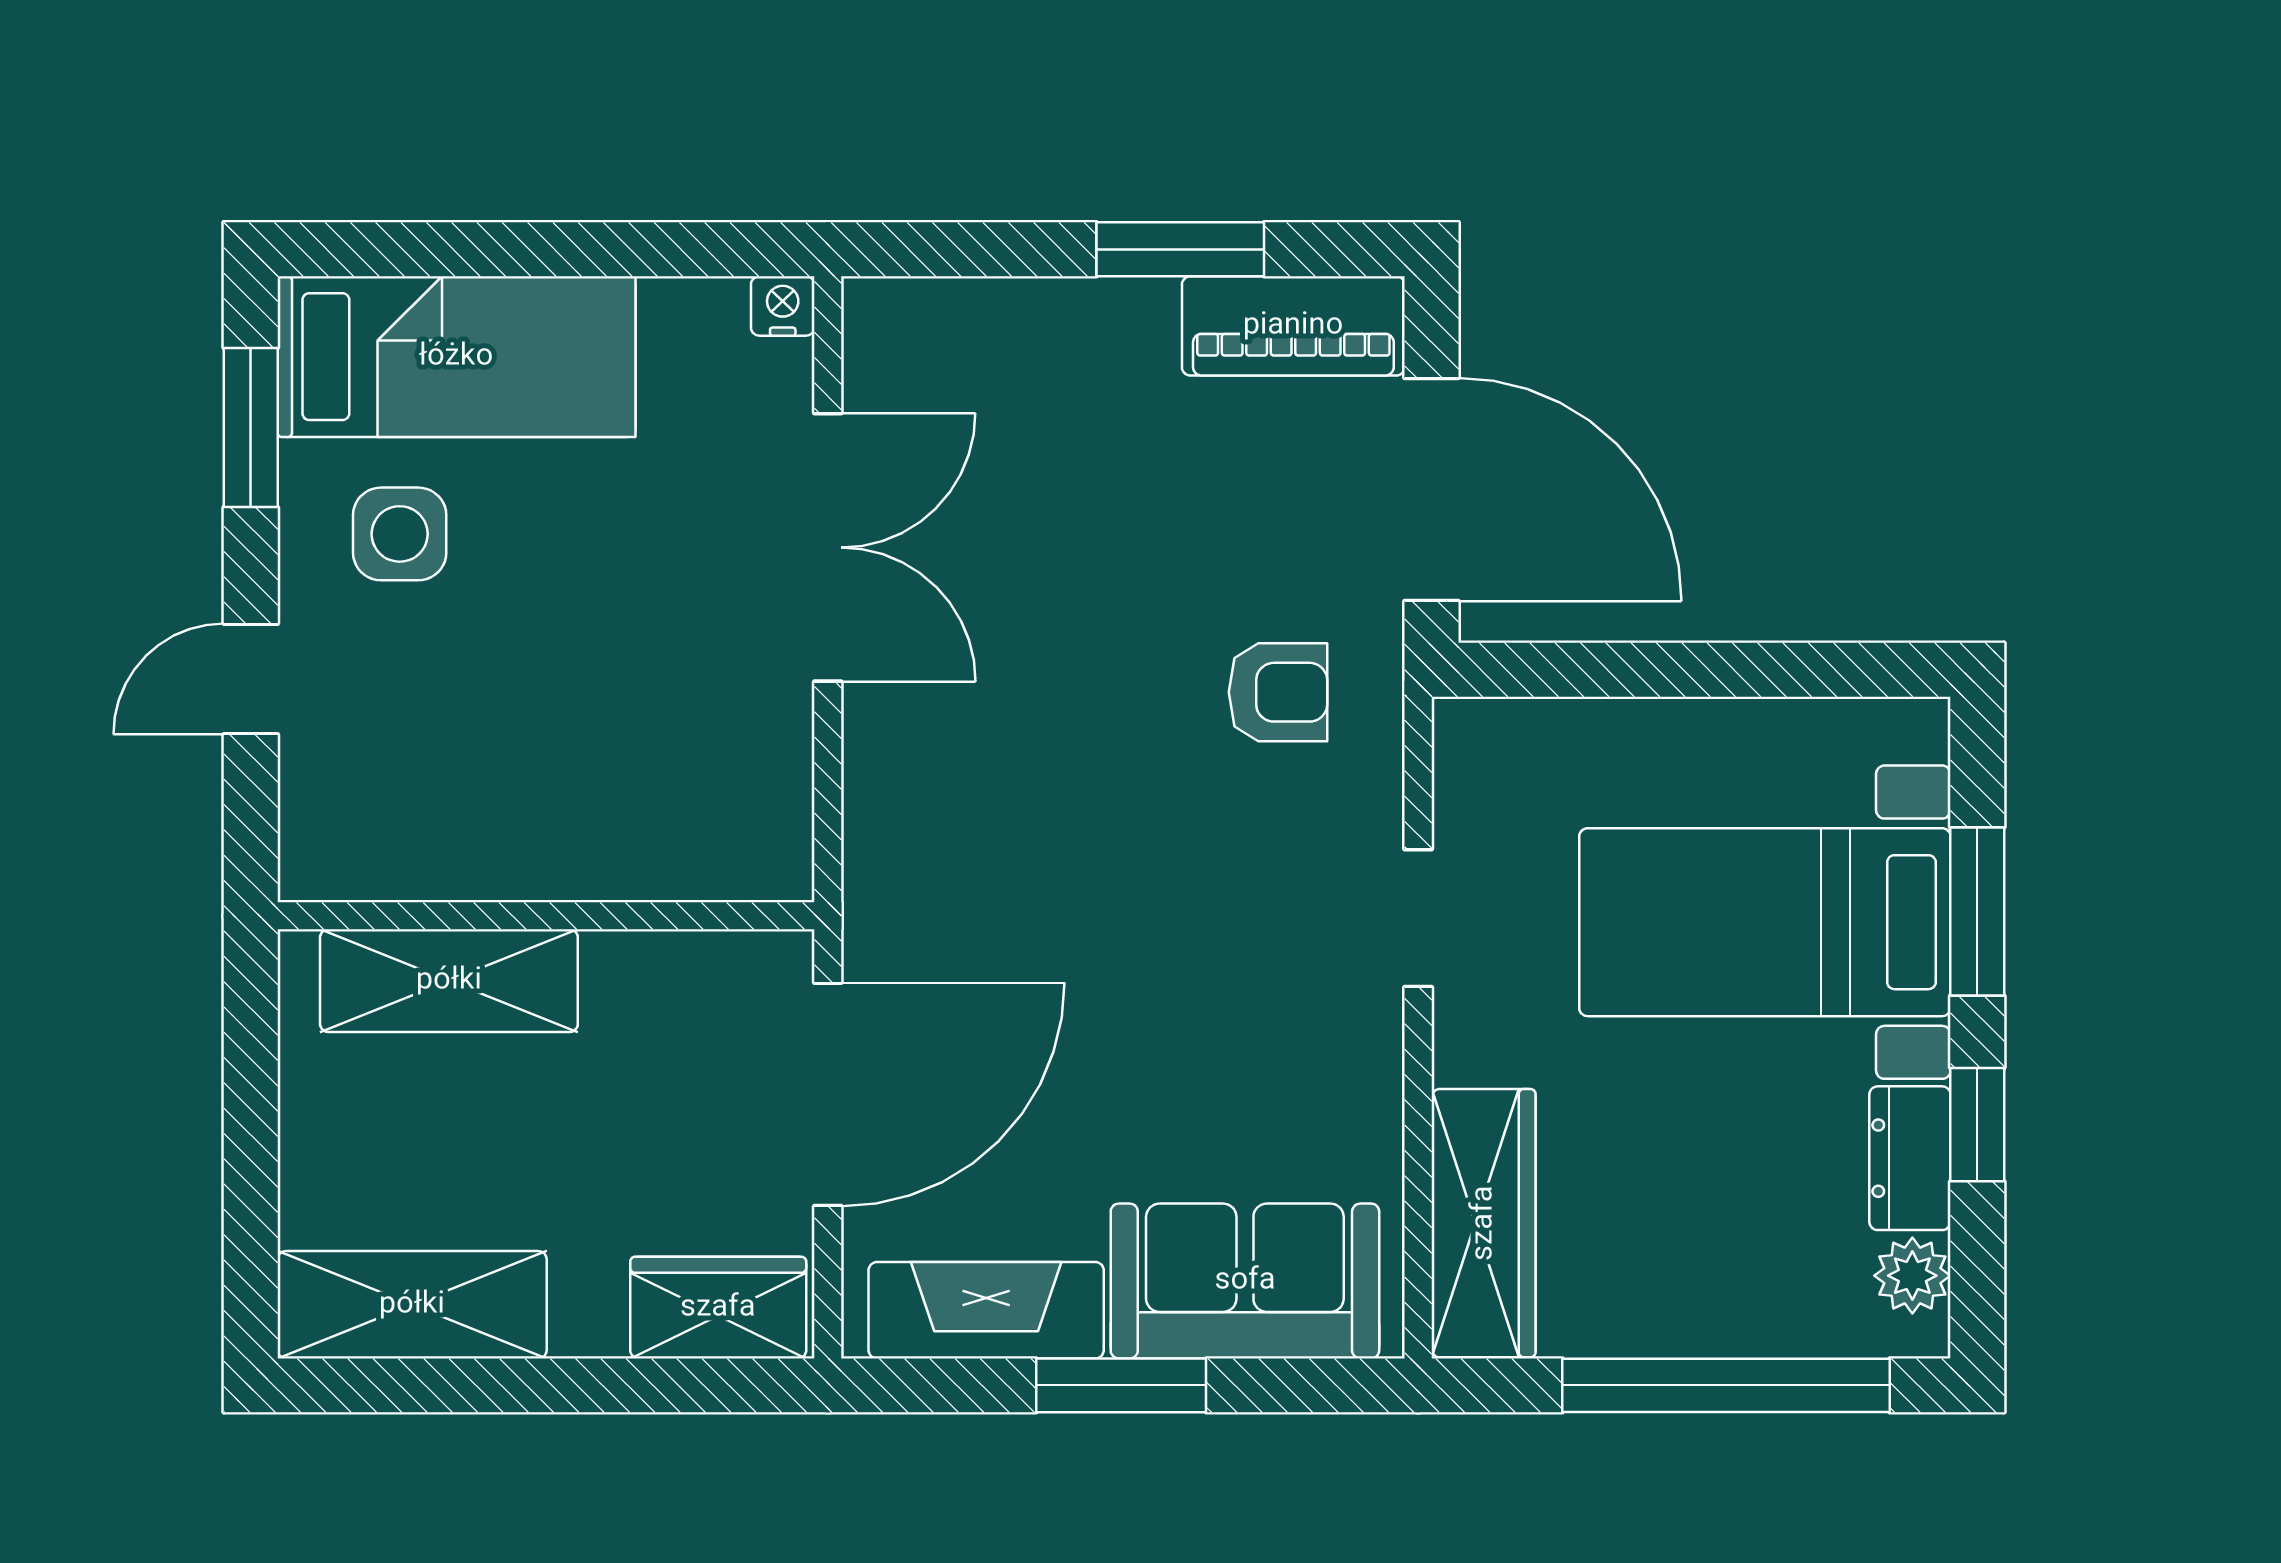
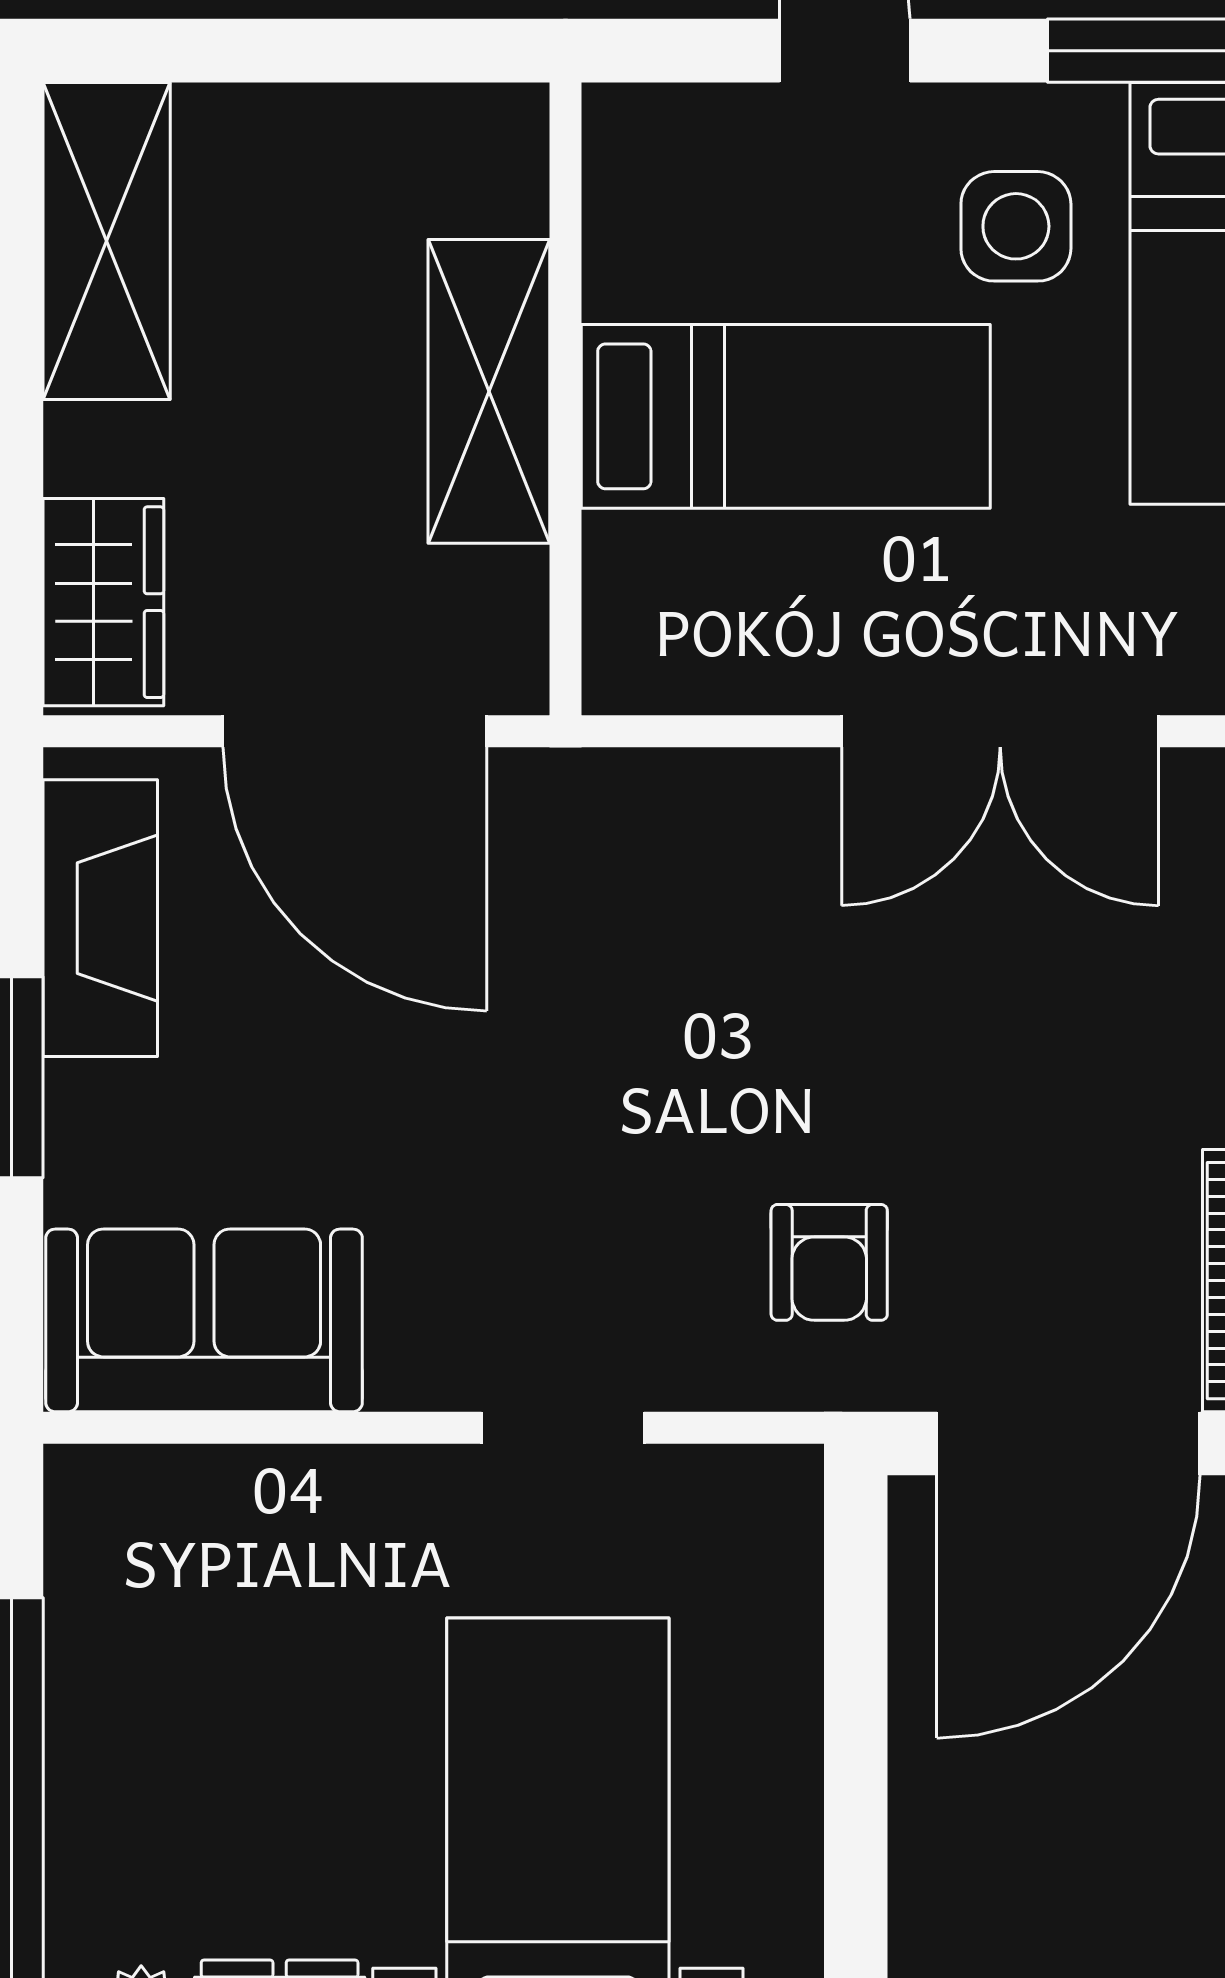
bed: (561, 729) -> (786, 416), added
shelving: (449, 981) -> (489, 391), moved
wardrobe: (1484, 1223) -> (203, 1505), removed
sofa: (1245, 1281) -> (204, 1320), moved, turned -90

